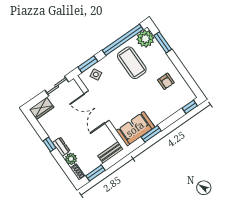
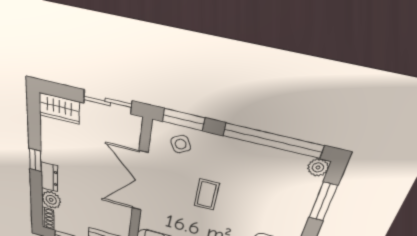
plant: (145, 39) -> (318, 167), width x0.53, depth x0.53
coffee table: (132, 63) -> (207, 194), moved, width x0.54, depth x0.58

